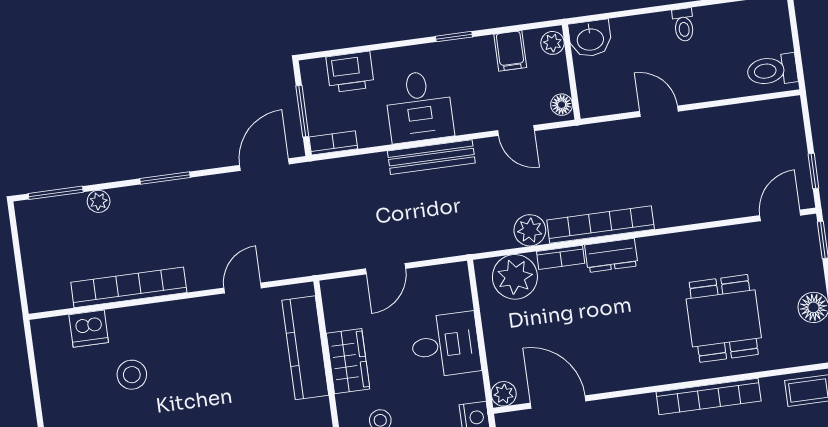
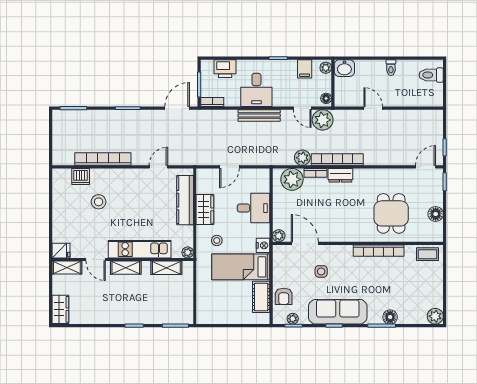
toilet: (772, 70) -> (431, 75), moved
plant: (99, 201) -> (323, 120), moved, width x1.88, depth x1.88

